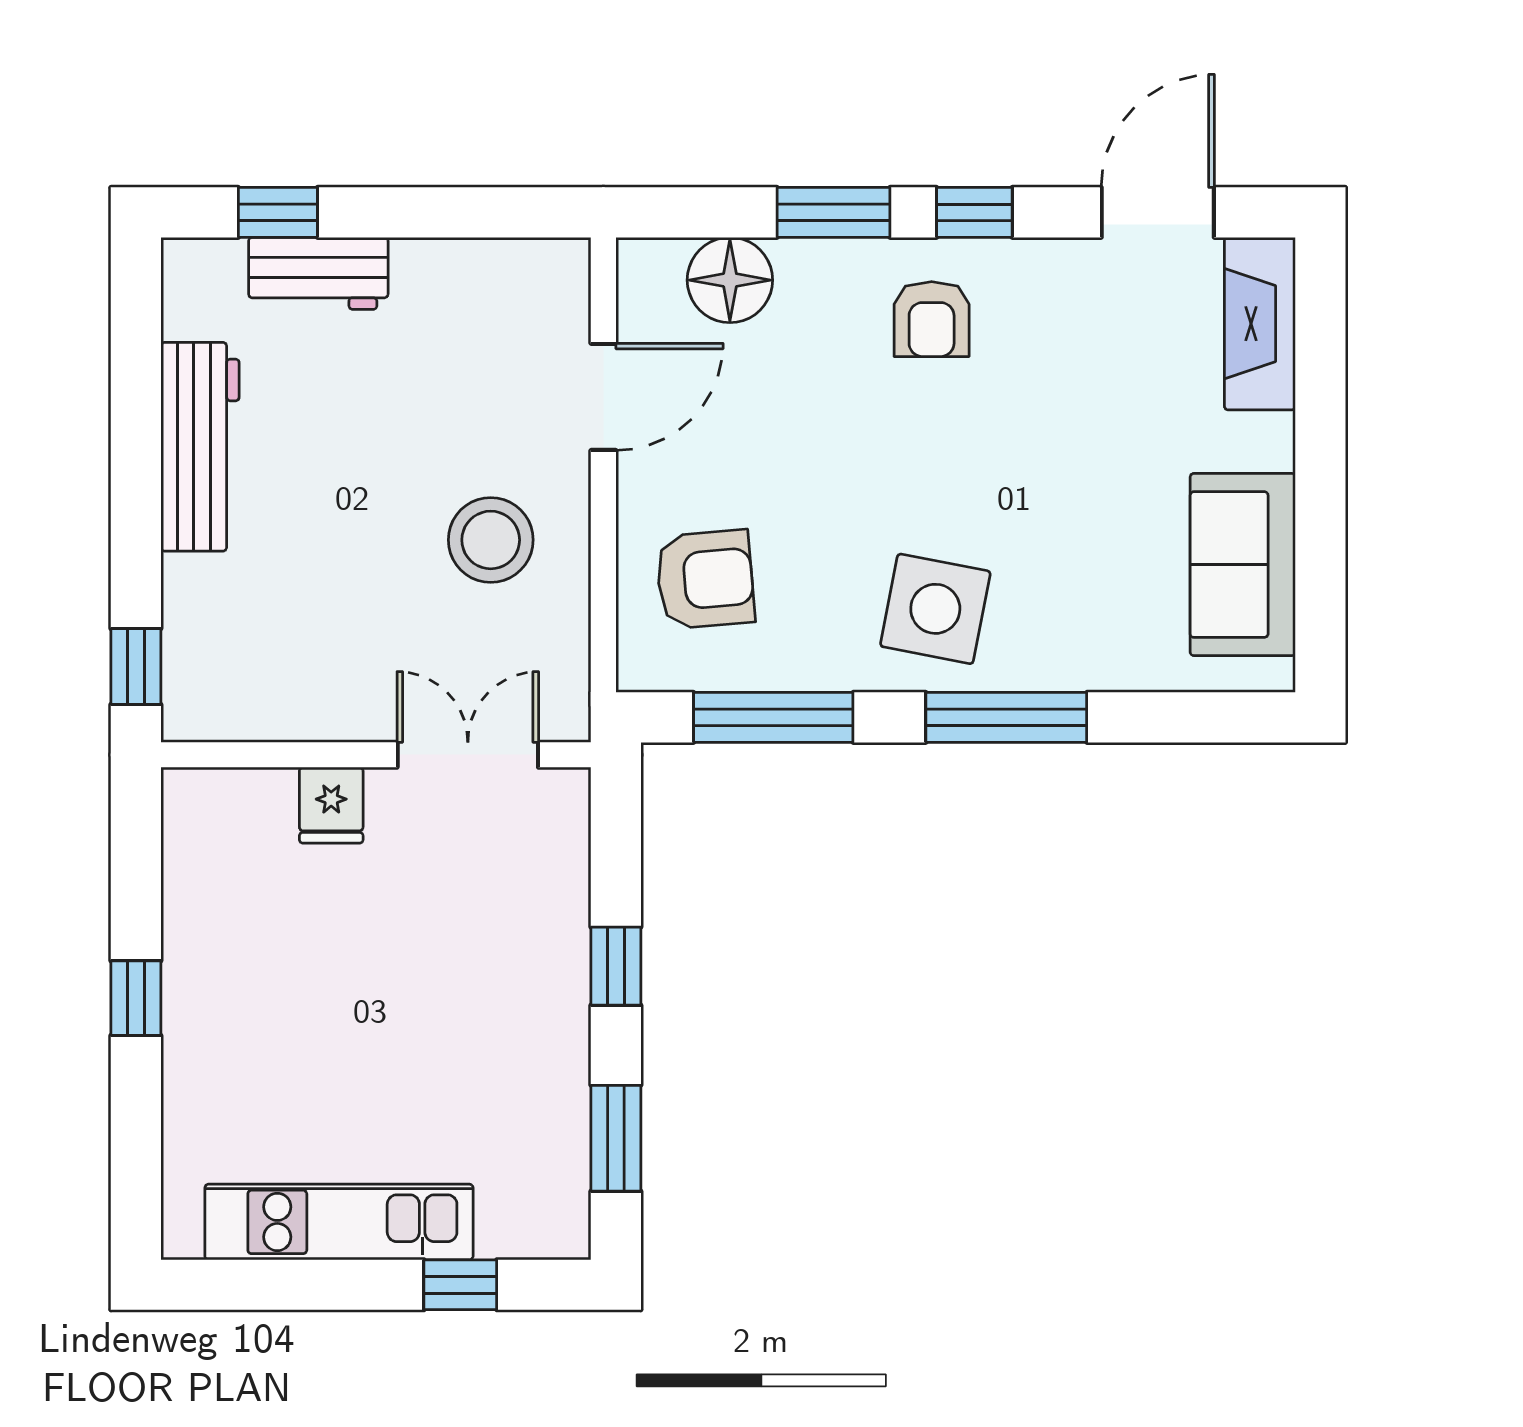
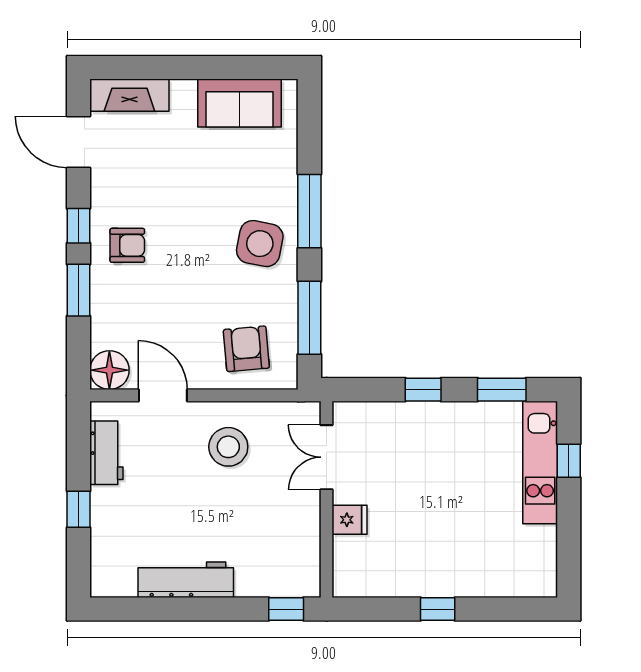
window: (278, 212) -> (79, 509), moved
workbench: (318, 273) -> (106, 453), moved
floor lamp: (730, 280) -> (109, 370), moved
kitchen unit: (339, 1222) -> (540, 463), moved

